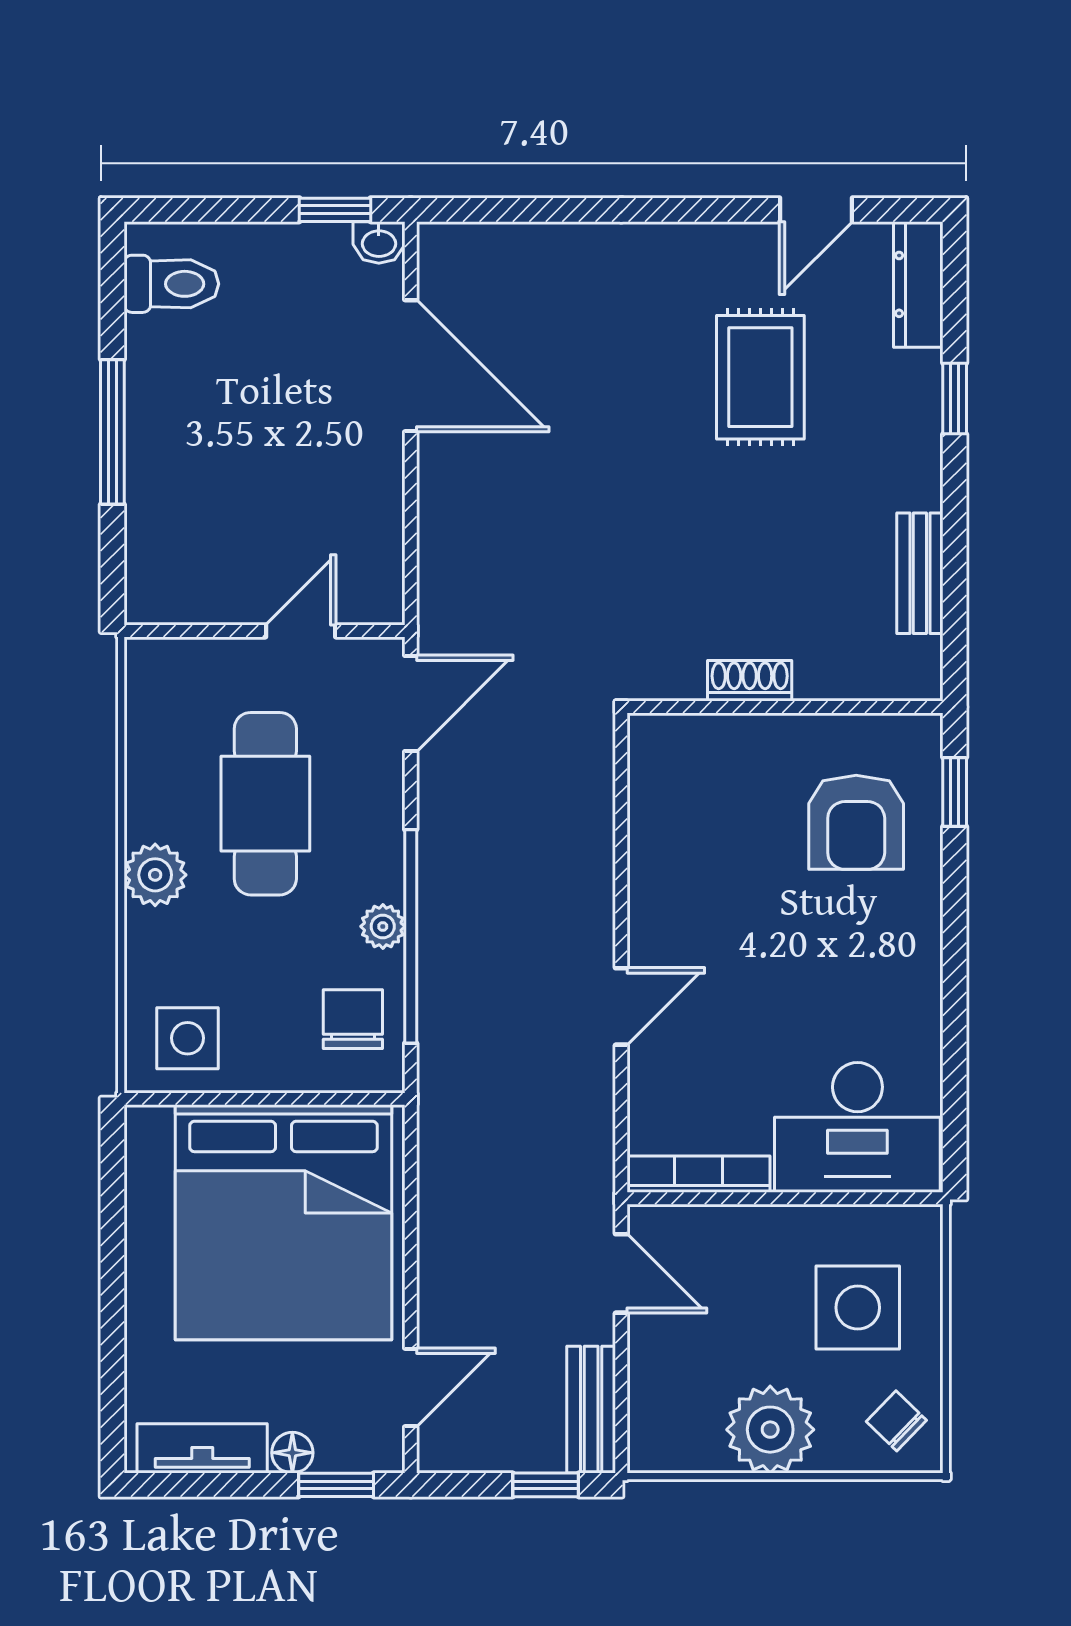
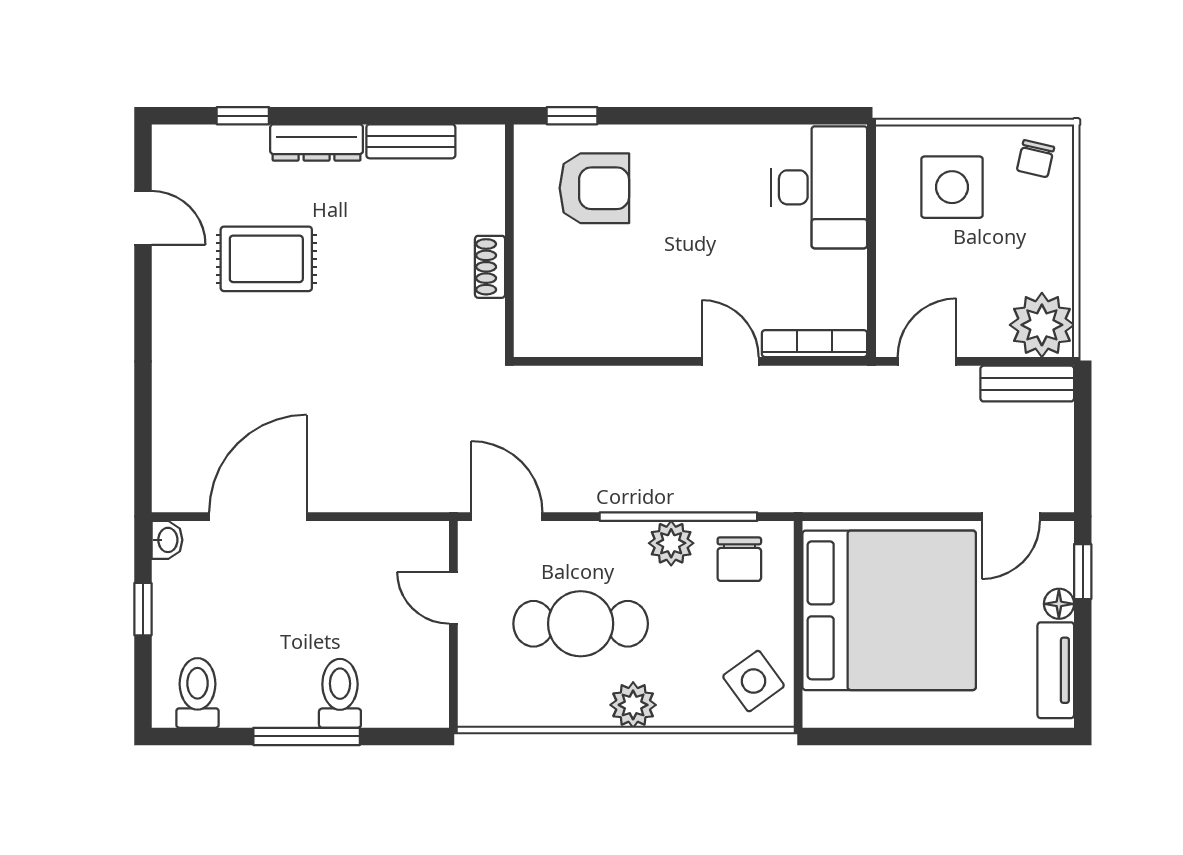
window: (335, 210) -> (143, 609), moved
dresser: (918, 284) -> (317, 142), moved
window: (955, 399) -> (243, 116), moved
toilet: (171, 477) -> (340, 693), added
plant: (383, 926) -> (671, 543), width x1.38, depth x1.38
chair: (353, 1019) -> (739, 559), turned -90
side table: (188, 1038) -> (754, 681), turned -36
bookcase: (699, 1174) -> (815, 344), moved, turned 90
door: (411, 1387) -> (1011, 517), swing flipped
chair: (896, 1421) -> (1035, 159), turned -31
plant: (770, 1430) -> (1042, 325), moved
window: (546, 1485) -> (1083, 417), removed

